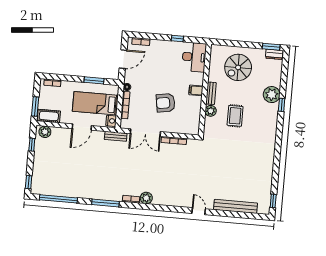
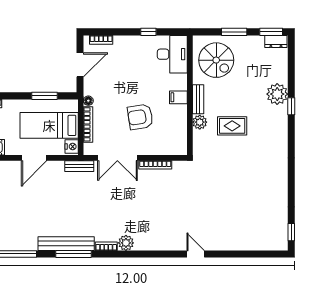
window: (243, 44) -> (234, 32), added
spiral stairs: (238, 67) -> (216, 60), moved, turned -90
rug: (235, 116) -> (232, 126), turned 90
bench: (235, 206) -> (66, 244), moved

